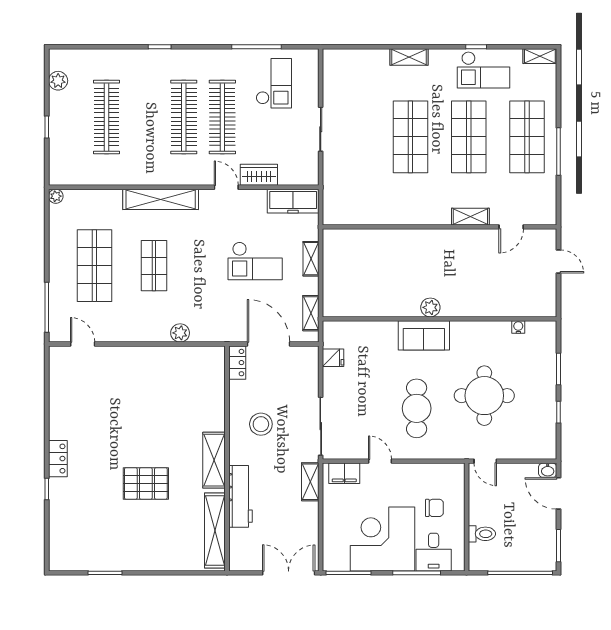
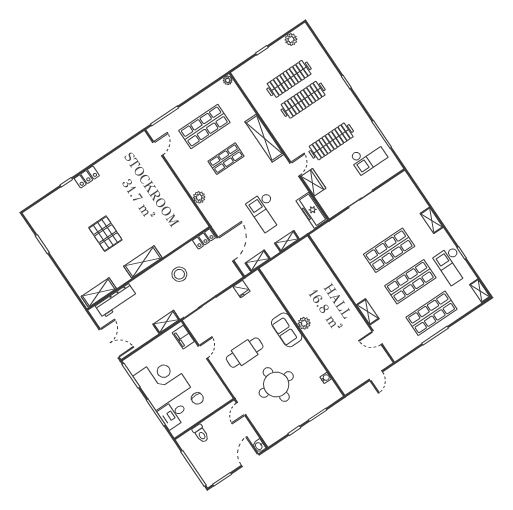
clothes rail: (184, 117) -> (303, 100), moved
workbench: (240, 496) -> (116, 301), moved
shelving: (215, 530) -> (99, 292), width x0.68

